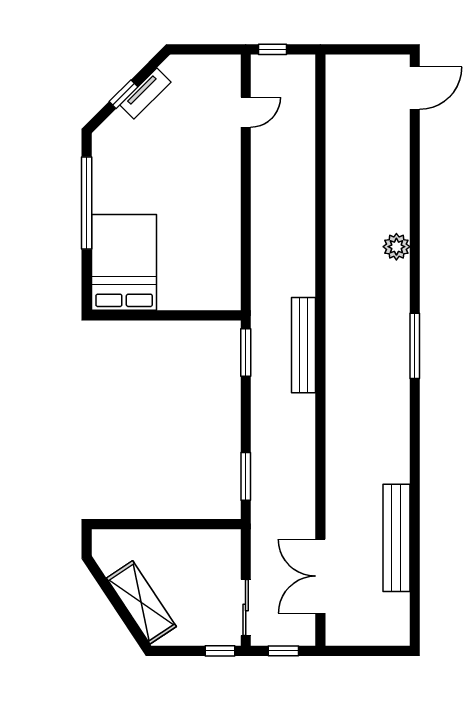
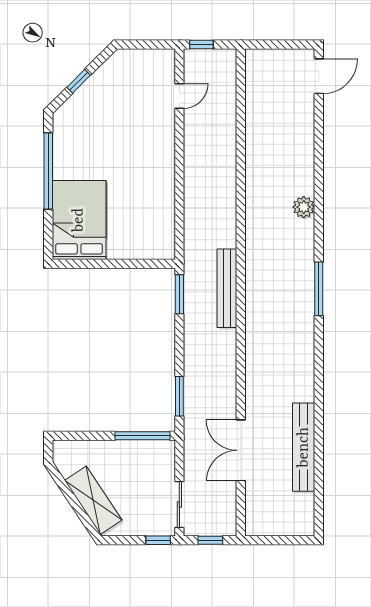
tv unit: (145, 94) -> (97, 81), removed
window: (201, 524) -> (143, 436), added
double door: (320, 576) -> (241, 450), moved

